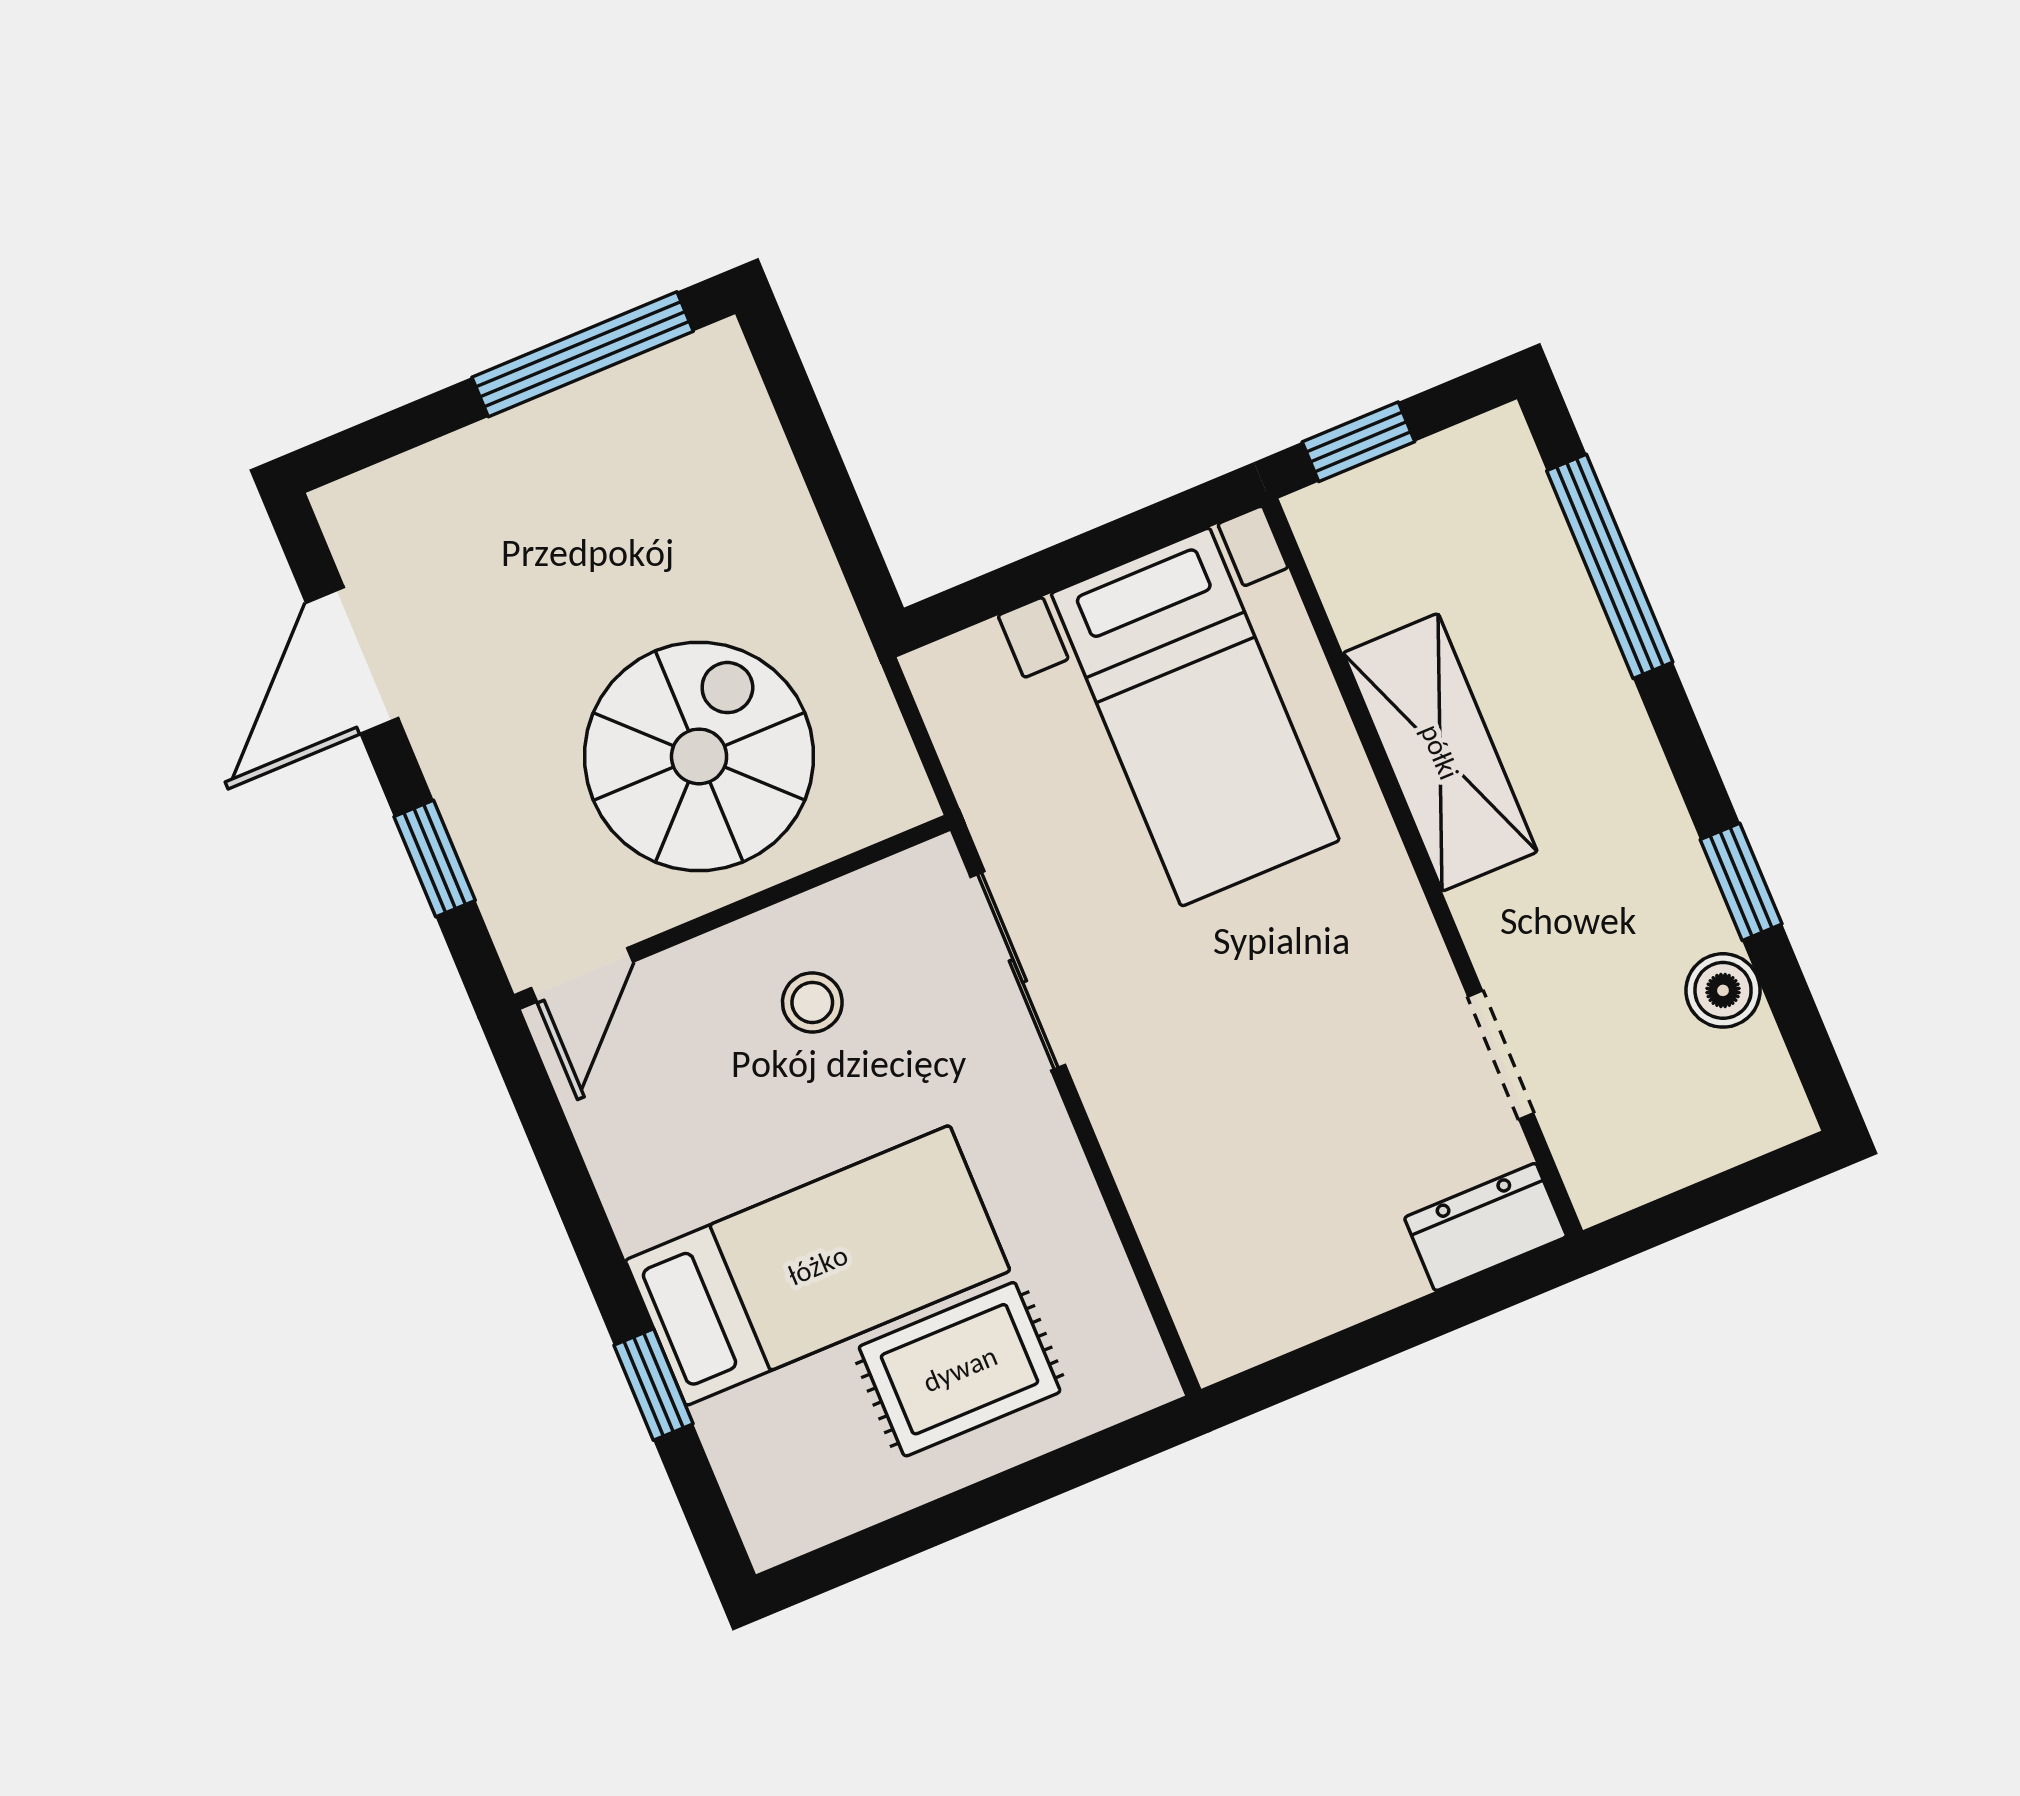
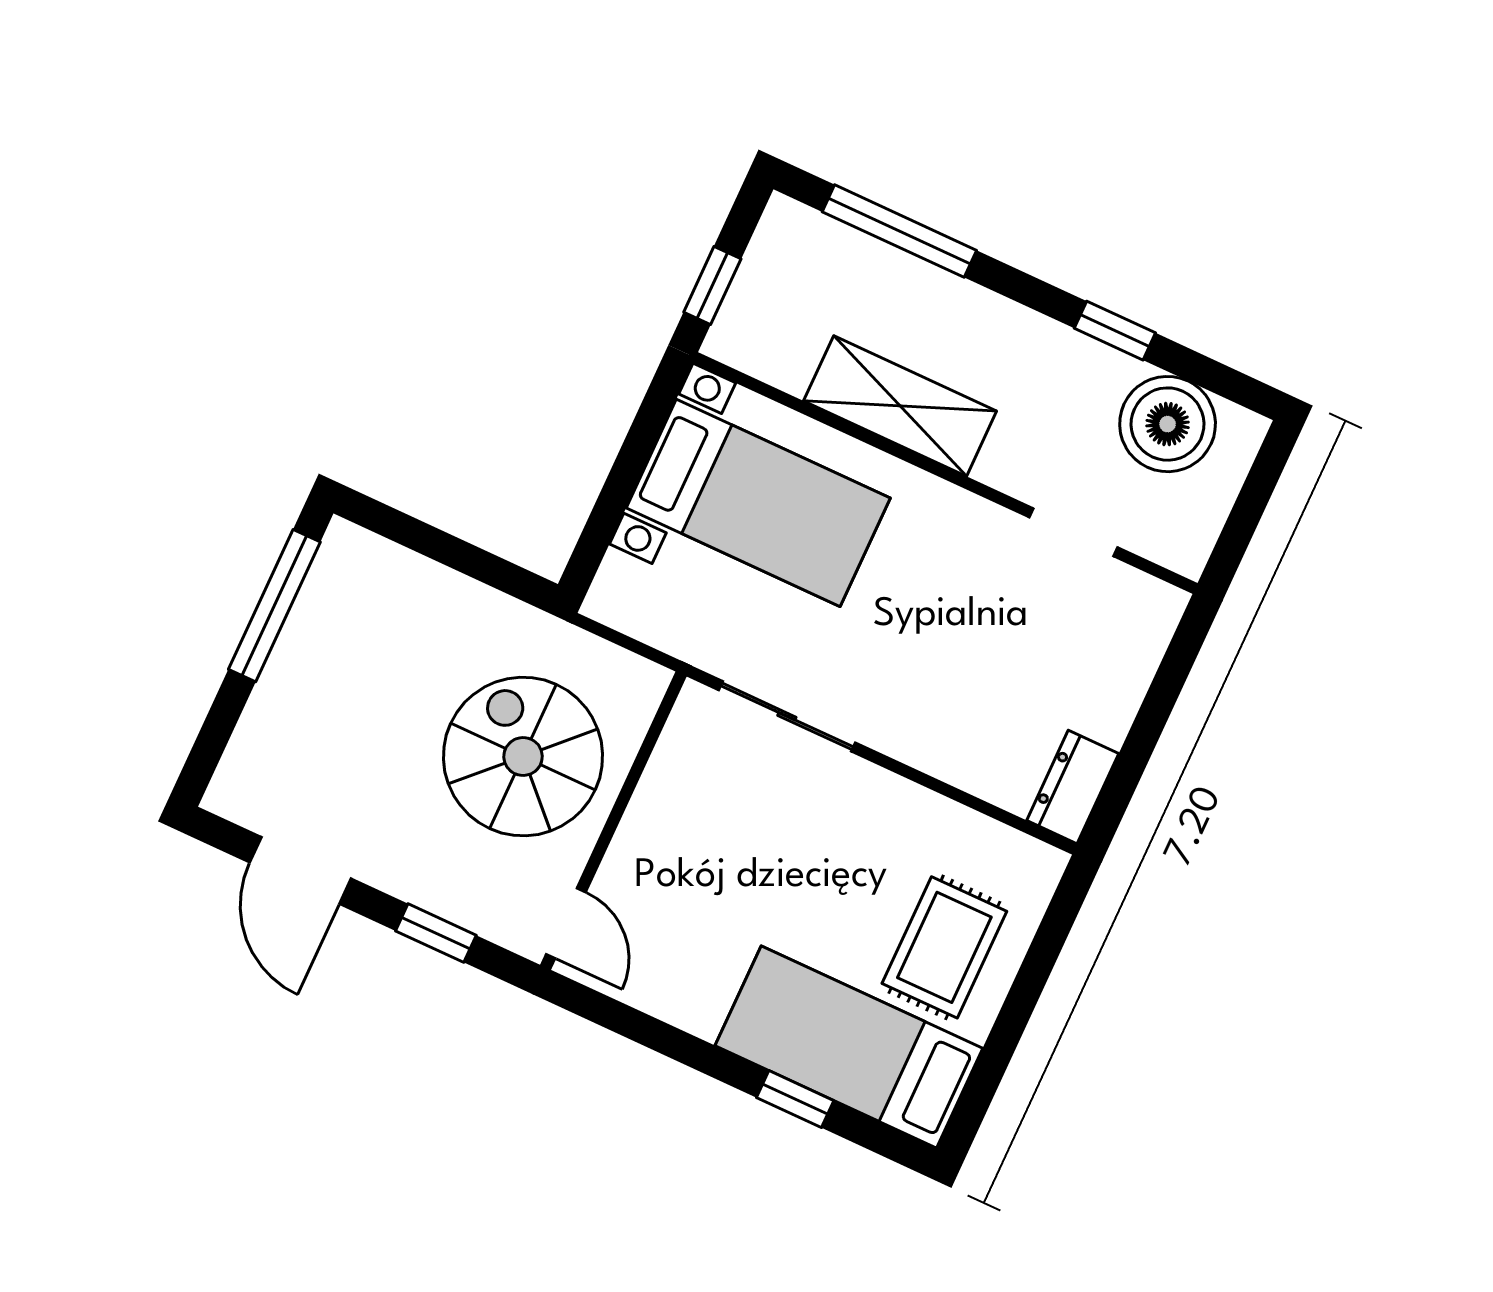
boiler: (1723, 990) -> (1168, 424), width x1.86, depth x1.86
stool: (812, 1002) -> (697, 829), removed
dresser: (1485, 1227) -> (1073, 787), moved
bed: (818, 1265) -> (849, 1047), moved, turned -90

